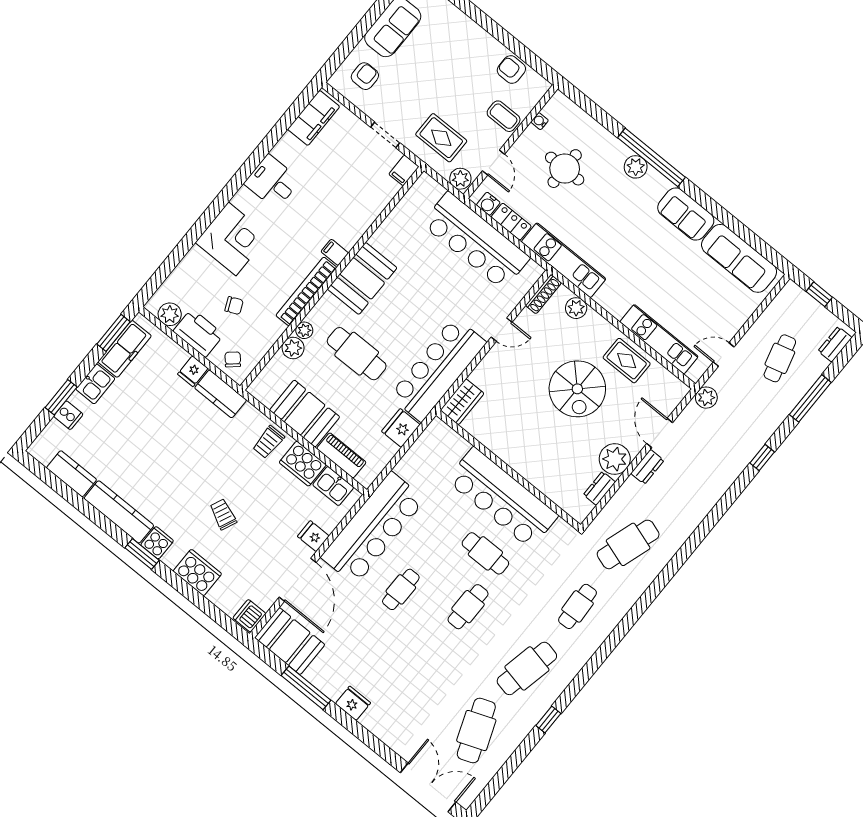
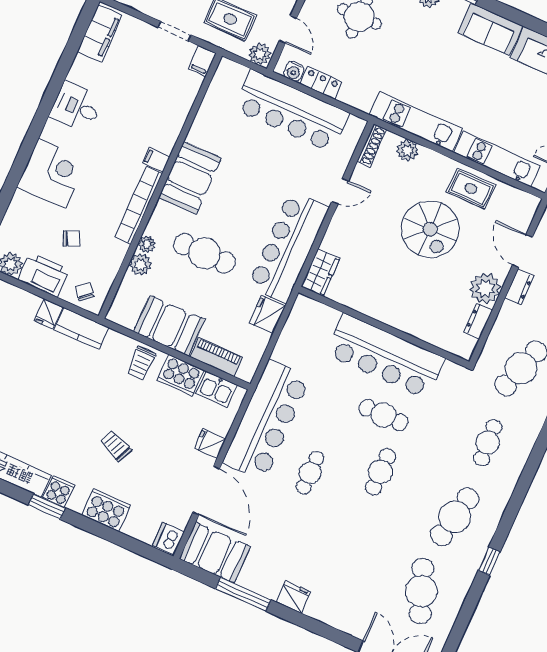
kitchen unit: (564, 260) -> (416, 122), moved

